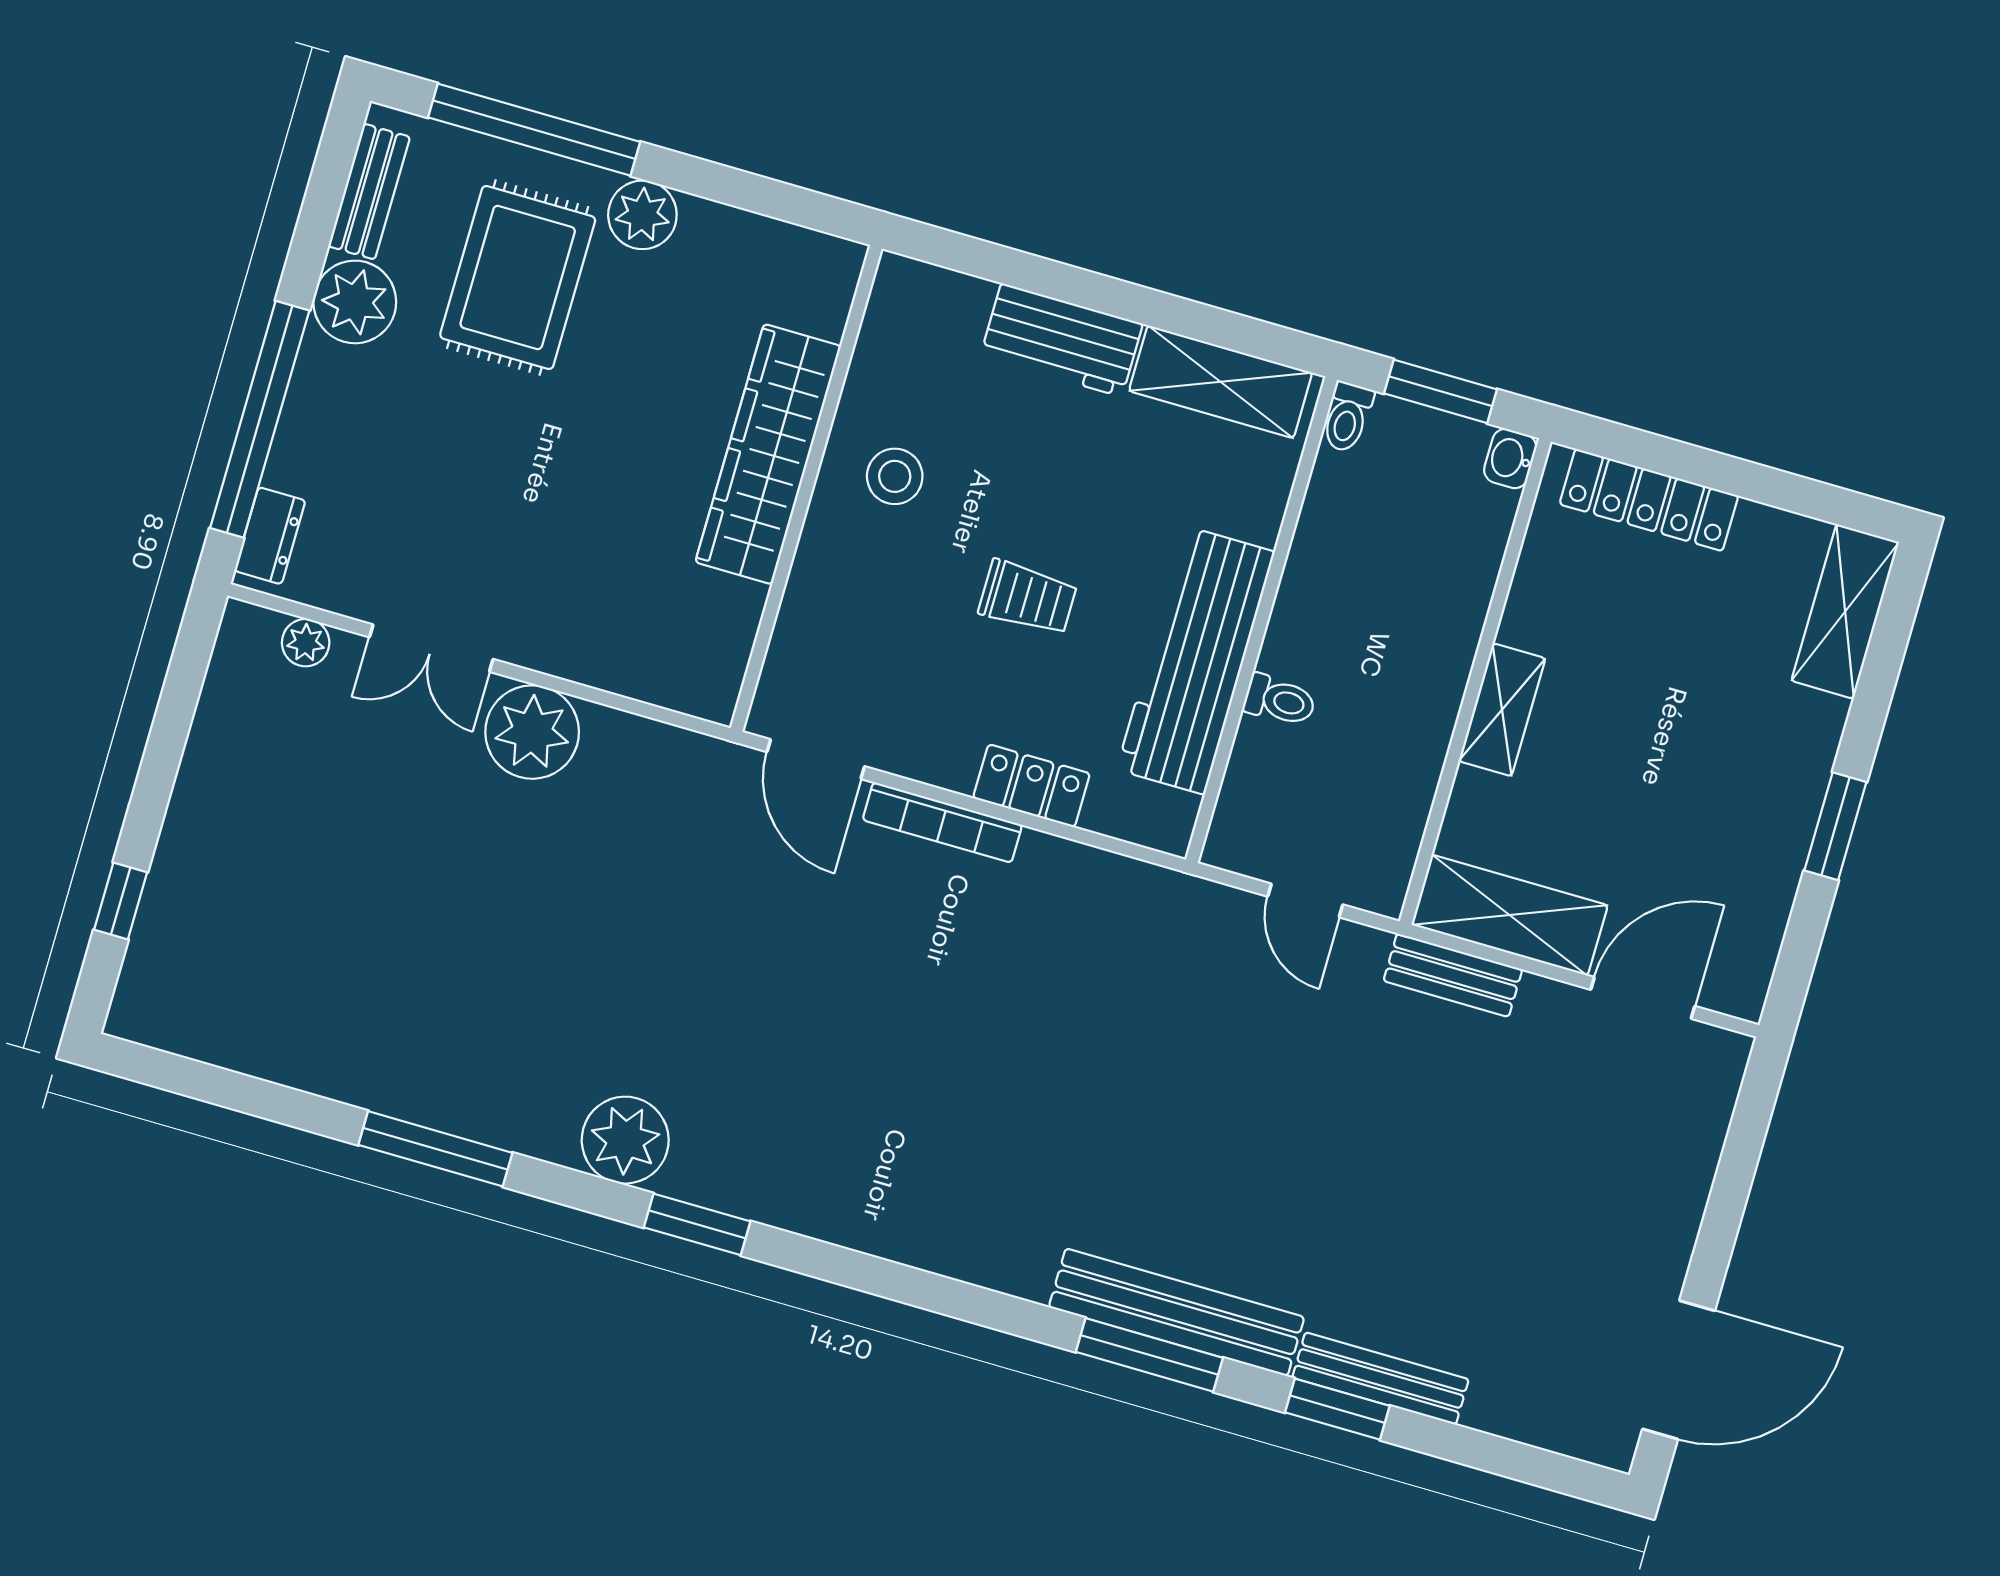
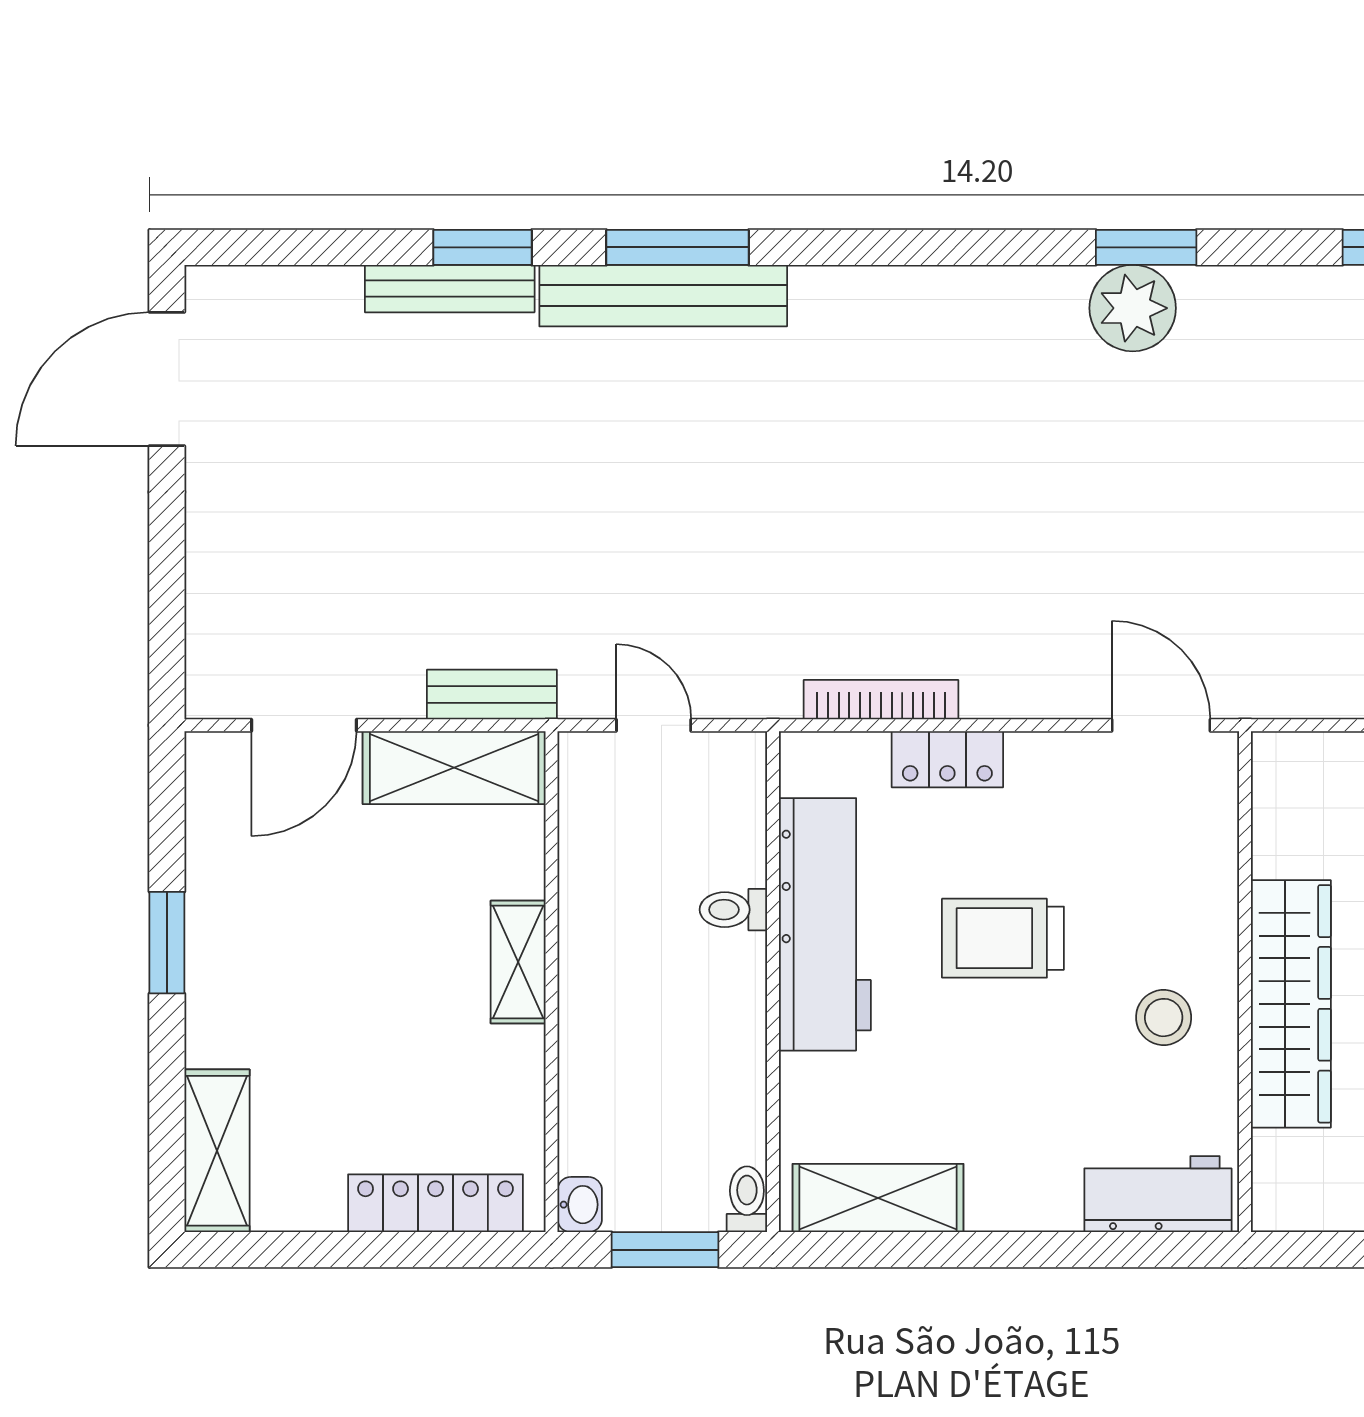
workbench: (1062, 340) -> (1158, 1194), moved
trolley: (1028, 598) -> (1003, 938), width x1.36, depth x1.39
bookcase: (942, 822) -> (881, 700), moved
plant: (625, 1140) -> (1133, 308), moved

